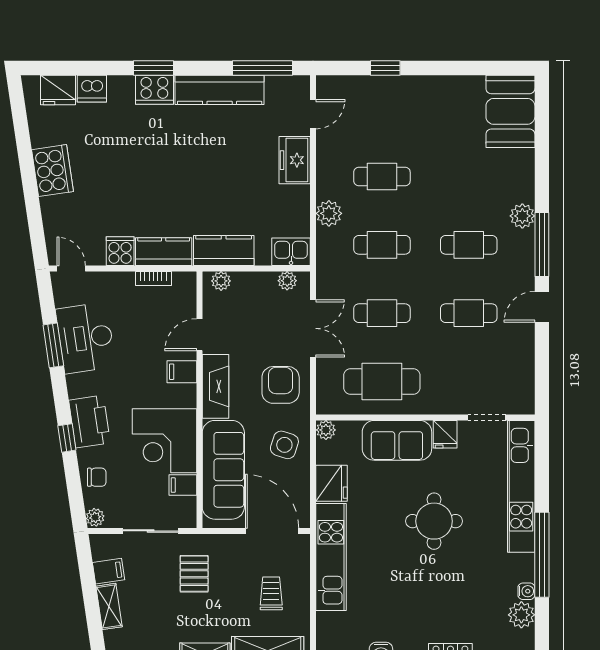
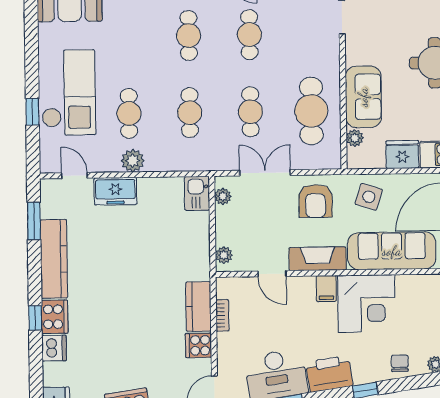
window: (153, 68) -> (35, 318), width x0.67
window: (263, 68) -> (34, 221), width x0.69
dishwasher: (92, 89) -> (54, 348), moved
checkout: (406, 109) -> (68, 93), added
plant: (329, 213) -> (133, 161), moved
kitchen counter: (224, 251) -> (197, 253), removed
filing cabinet: (182, 372) -> (326, 289), moved
armchair: (281, 385) -> (316, 201), turned -90
printer: (89, 422) -> (329, 374), moved
plant: (326, 430) -> (355, 138), moved
fridge: (445, 434) -> (357, 54), removed
filing cabinet: (183, 485) -> (406, 287), removed

